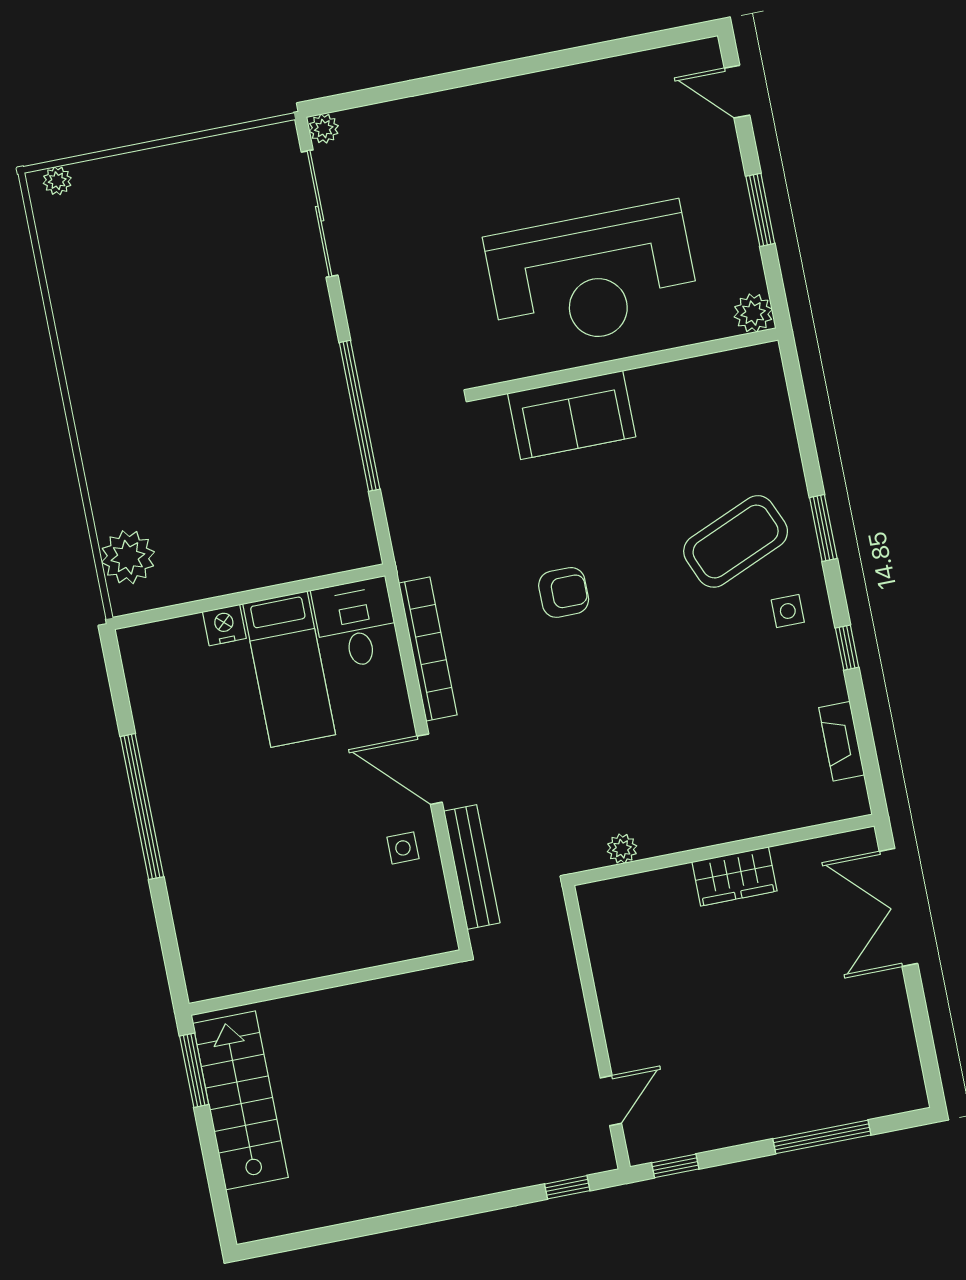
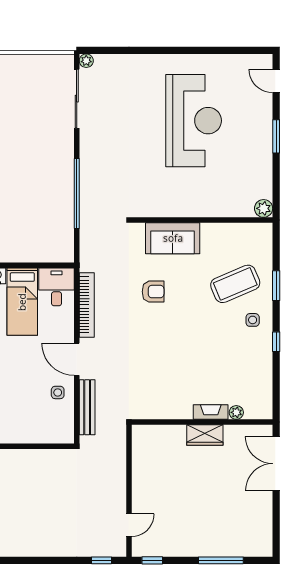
reception desk: (592, 277) -> (194, 121), moved, turned -90
plant: (753, 313) -> (264, 208), moved
wall: (627, 364) -> (202, 220), moved
sofa: (572, 415) -> (173, 238), moved
fireplace: (842, 741) -> (211, 412), moved, turned 90
plant: (622, 849) -> (236, 412), moved

